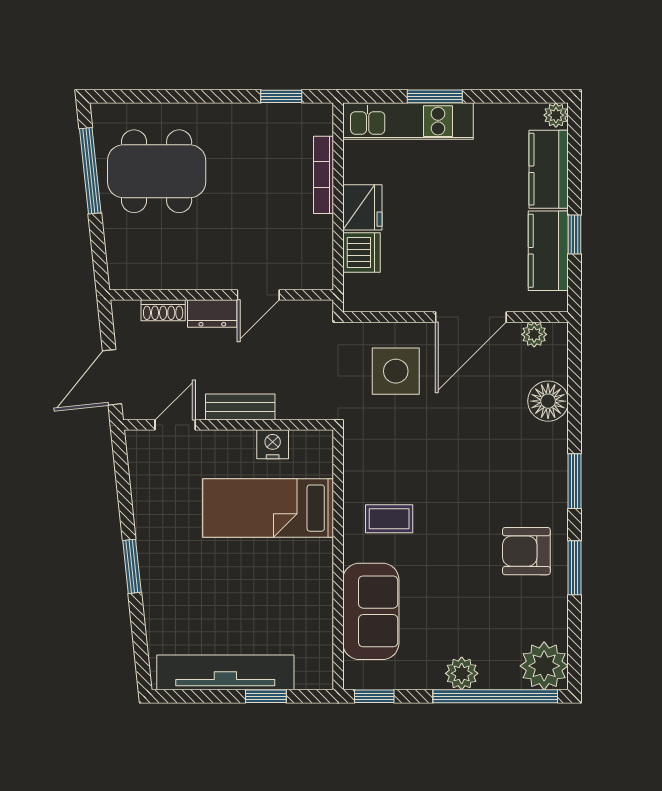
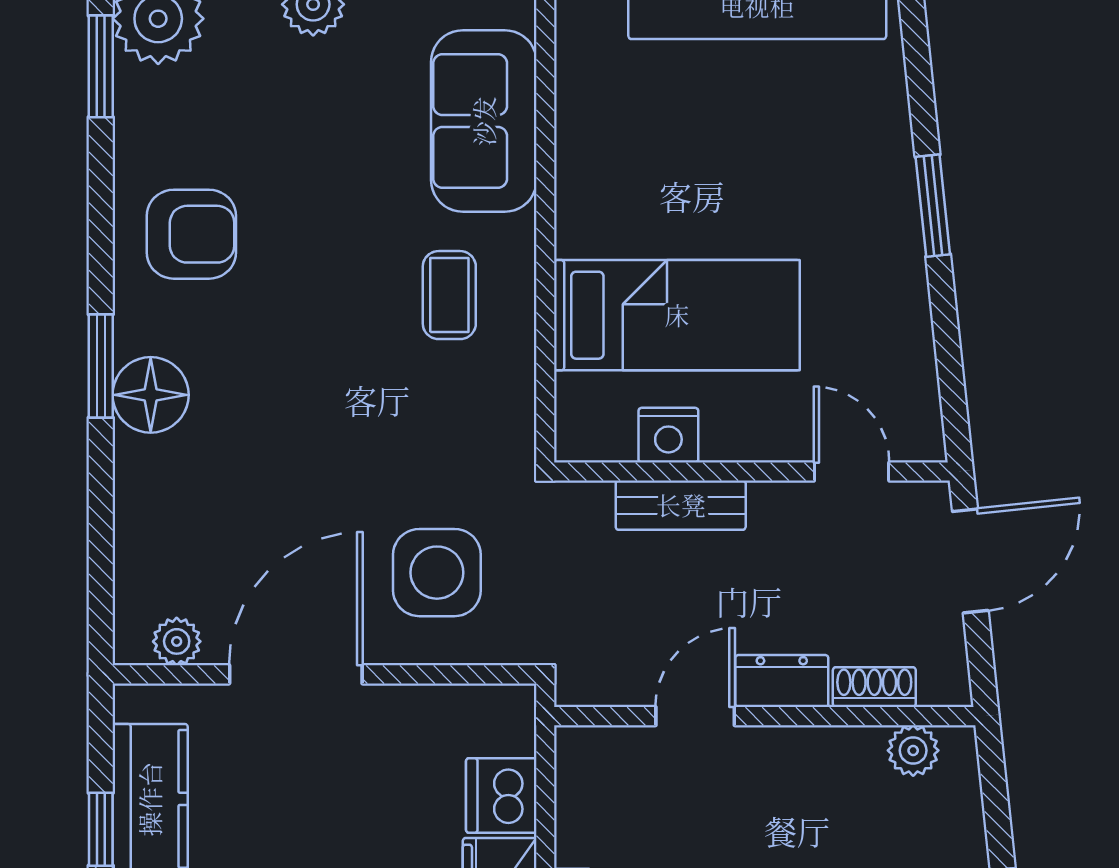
plant: (142, 276) -> (913, 750), added
floor lamp: (548, 401) -> (151, 395), moved
bench: (240, 407) -> (681, 505), moved
door: (175, 425) -> (852, 471), swing flipped
coffee table: (389, 519) -> (449, 295), turned 90
window: (575, 568) -> (101, 66), moved

